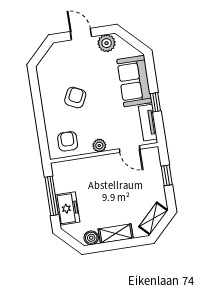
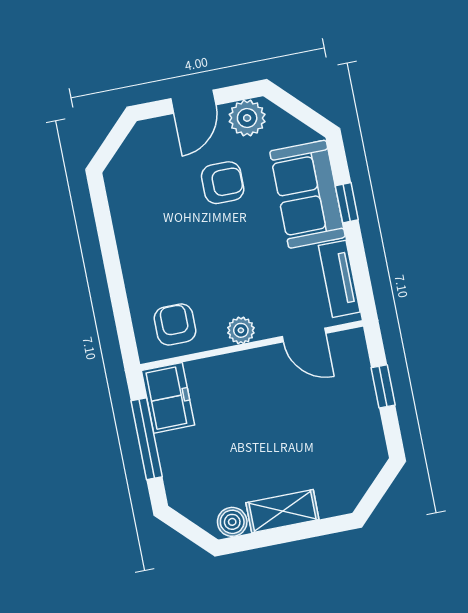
door: (81, 34) -> (193, 102), swing flipped
armchair: (75, 97) -> (223, 183), moved, turned 64
window: (155, 102) -> (347, 203), moved
freezer: (68, 208) -> (168, 398), moved
shelving: (153, 219) -> (359, 477), removed

